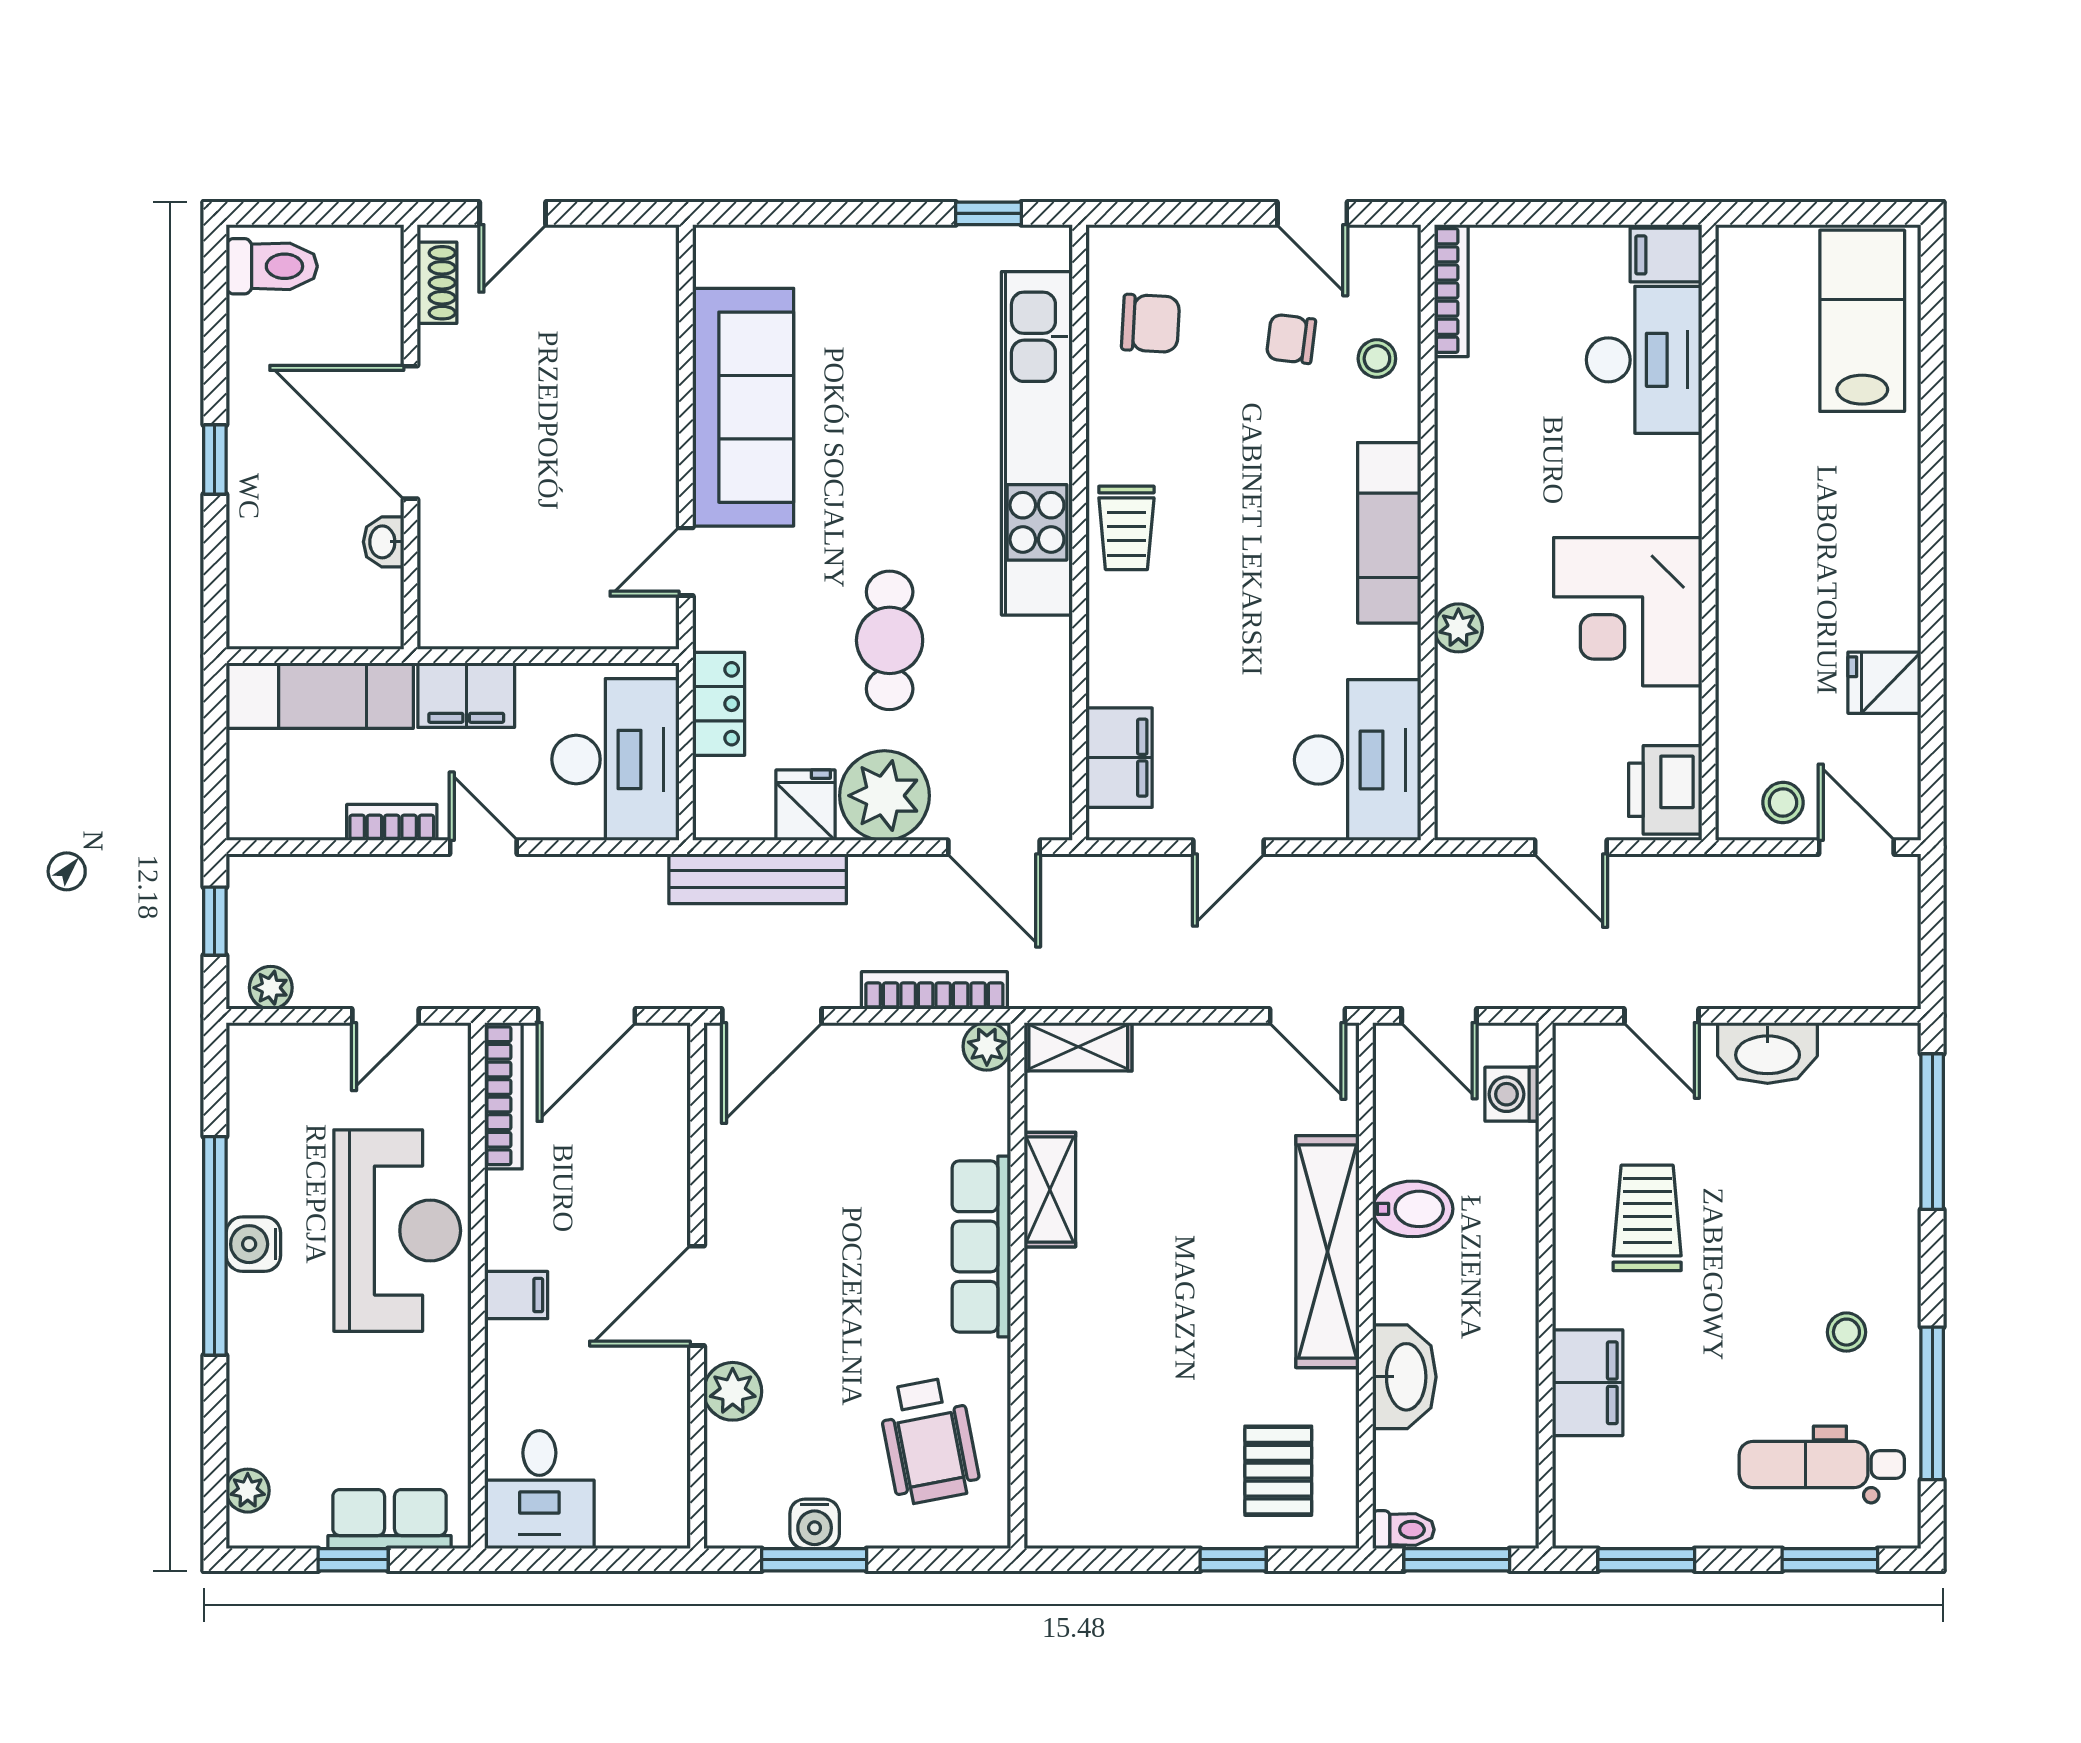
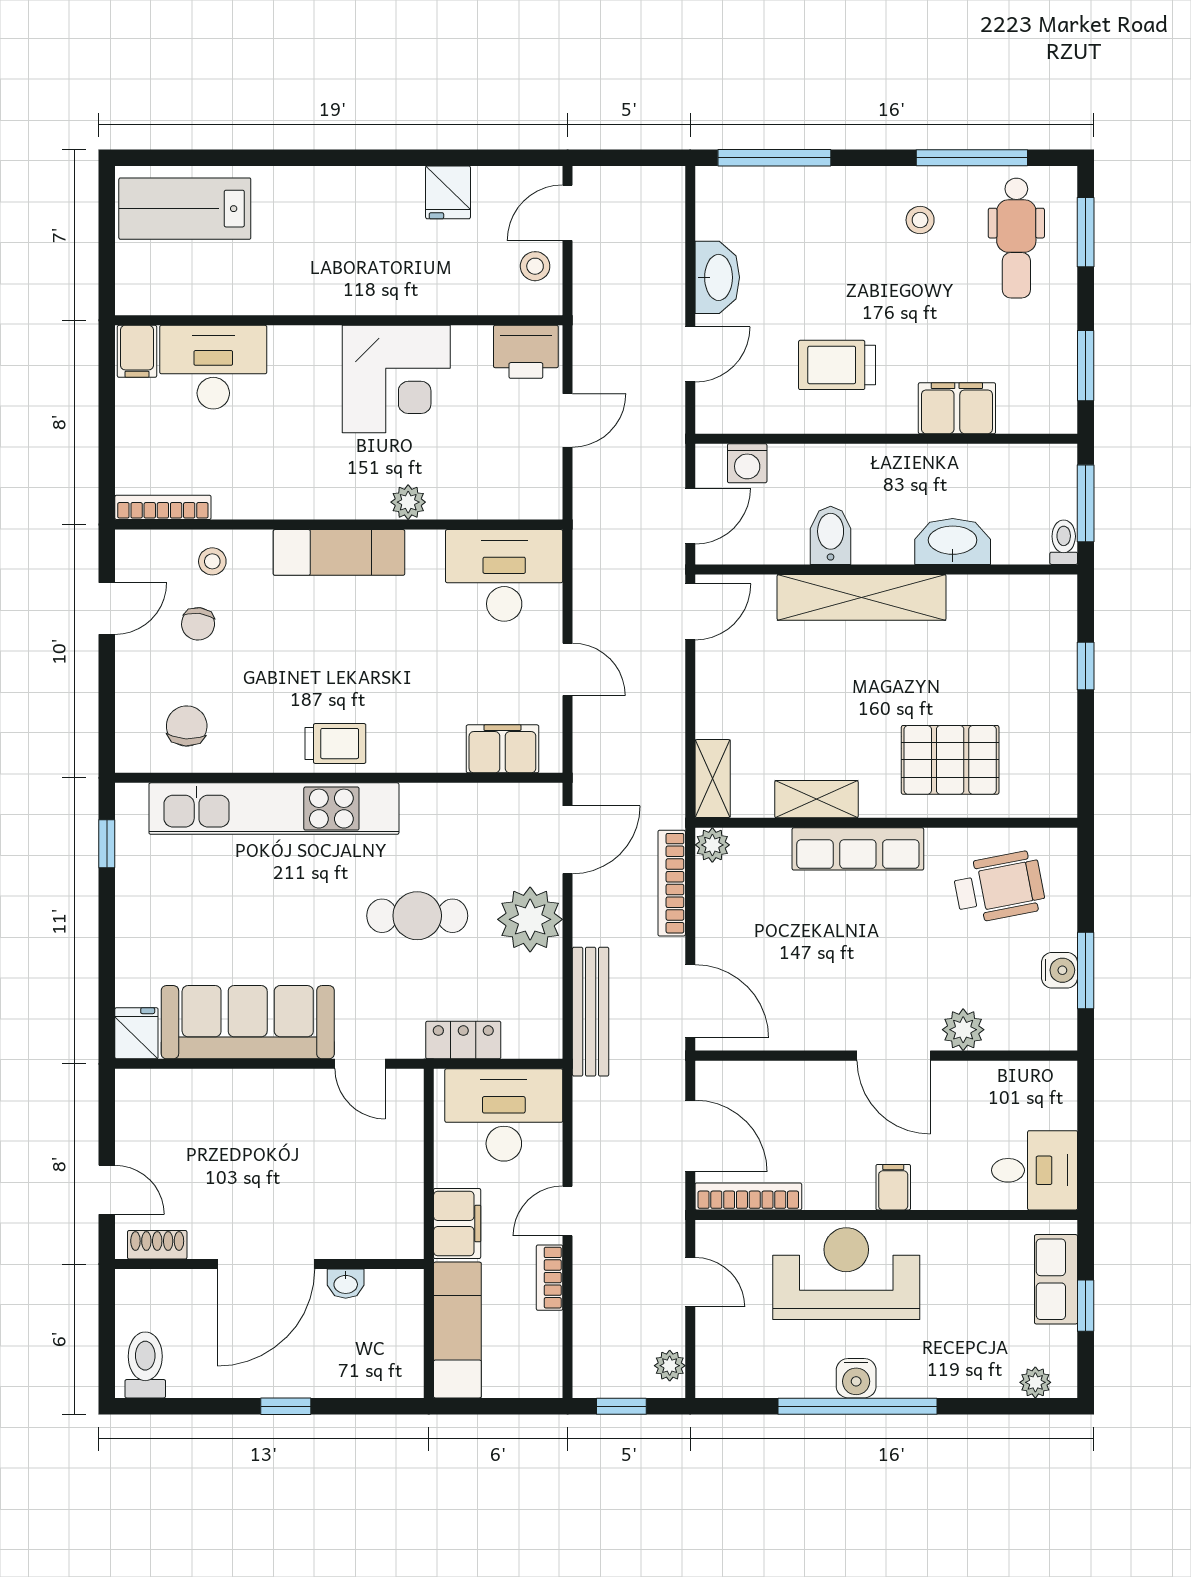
fridge: (805, 805) -> (136, 1033), moved, turned 90
pallet: (1278, 1471) -> (950, 760), moved, width x1.50, depth x1.42

